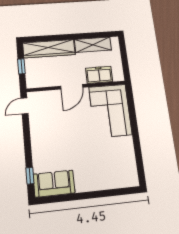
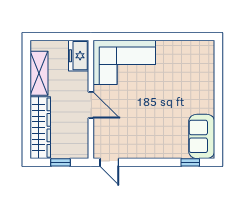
freezer: (99, 75) -> (79, 56), moved

